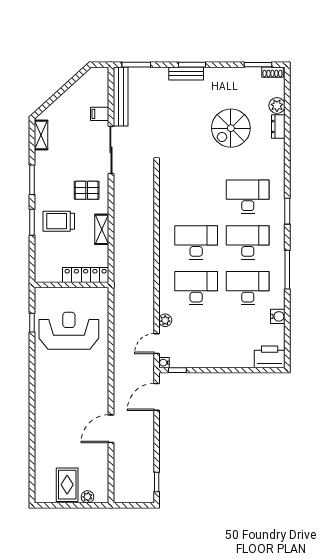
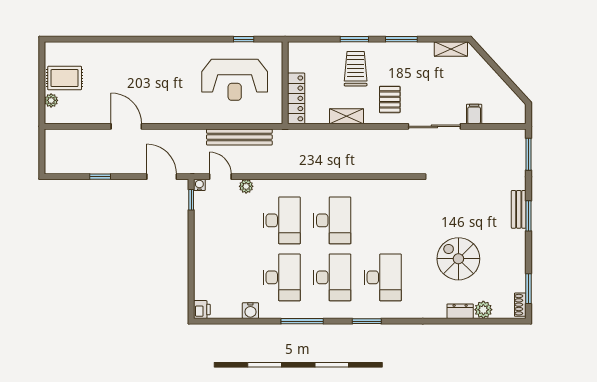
bench: (121, 96) -> (239, 137), moved
reception desk: (69, 331) -> (235, 80), turned 90
printer: (270, 357) -> (202, 310), width x0.53, depth x0.68
window: (157, 482) -> (100, 177), moved

